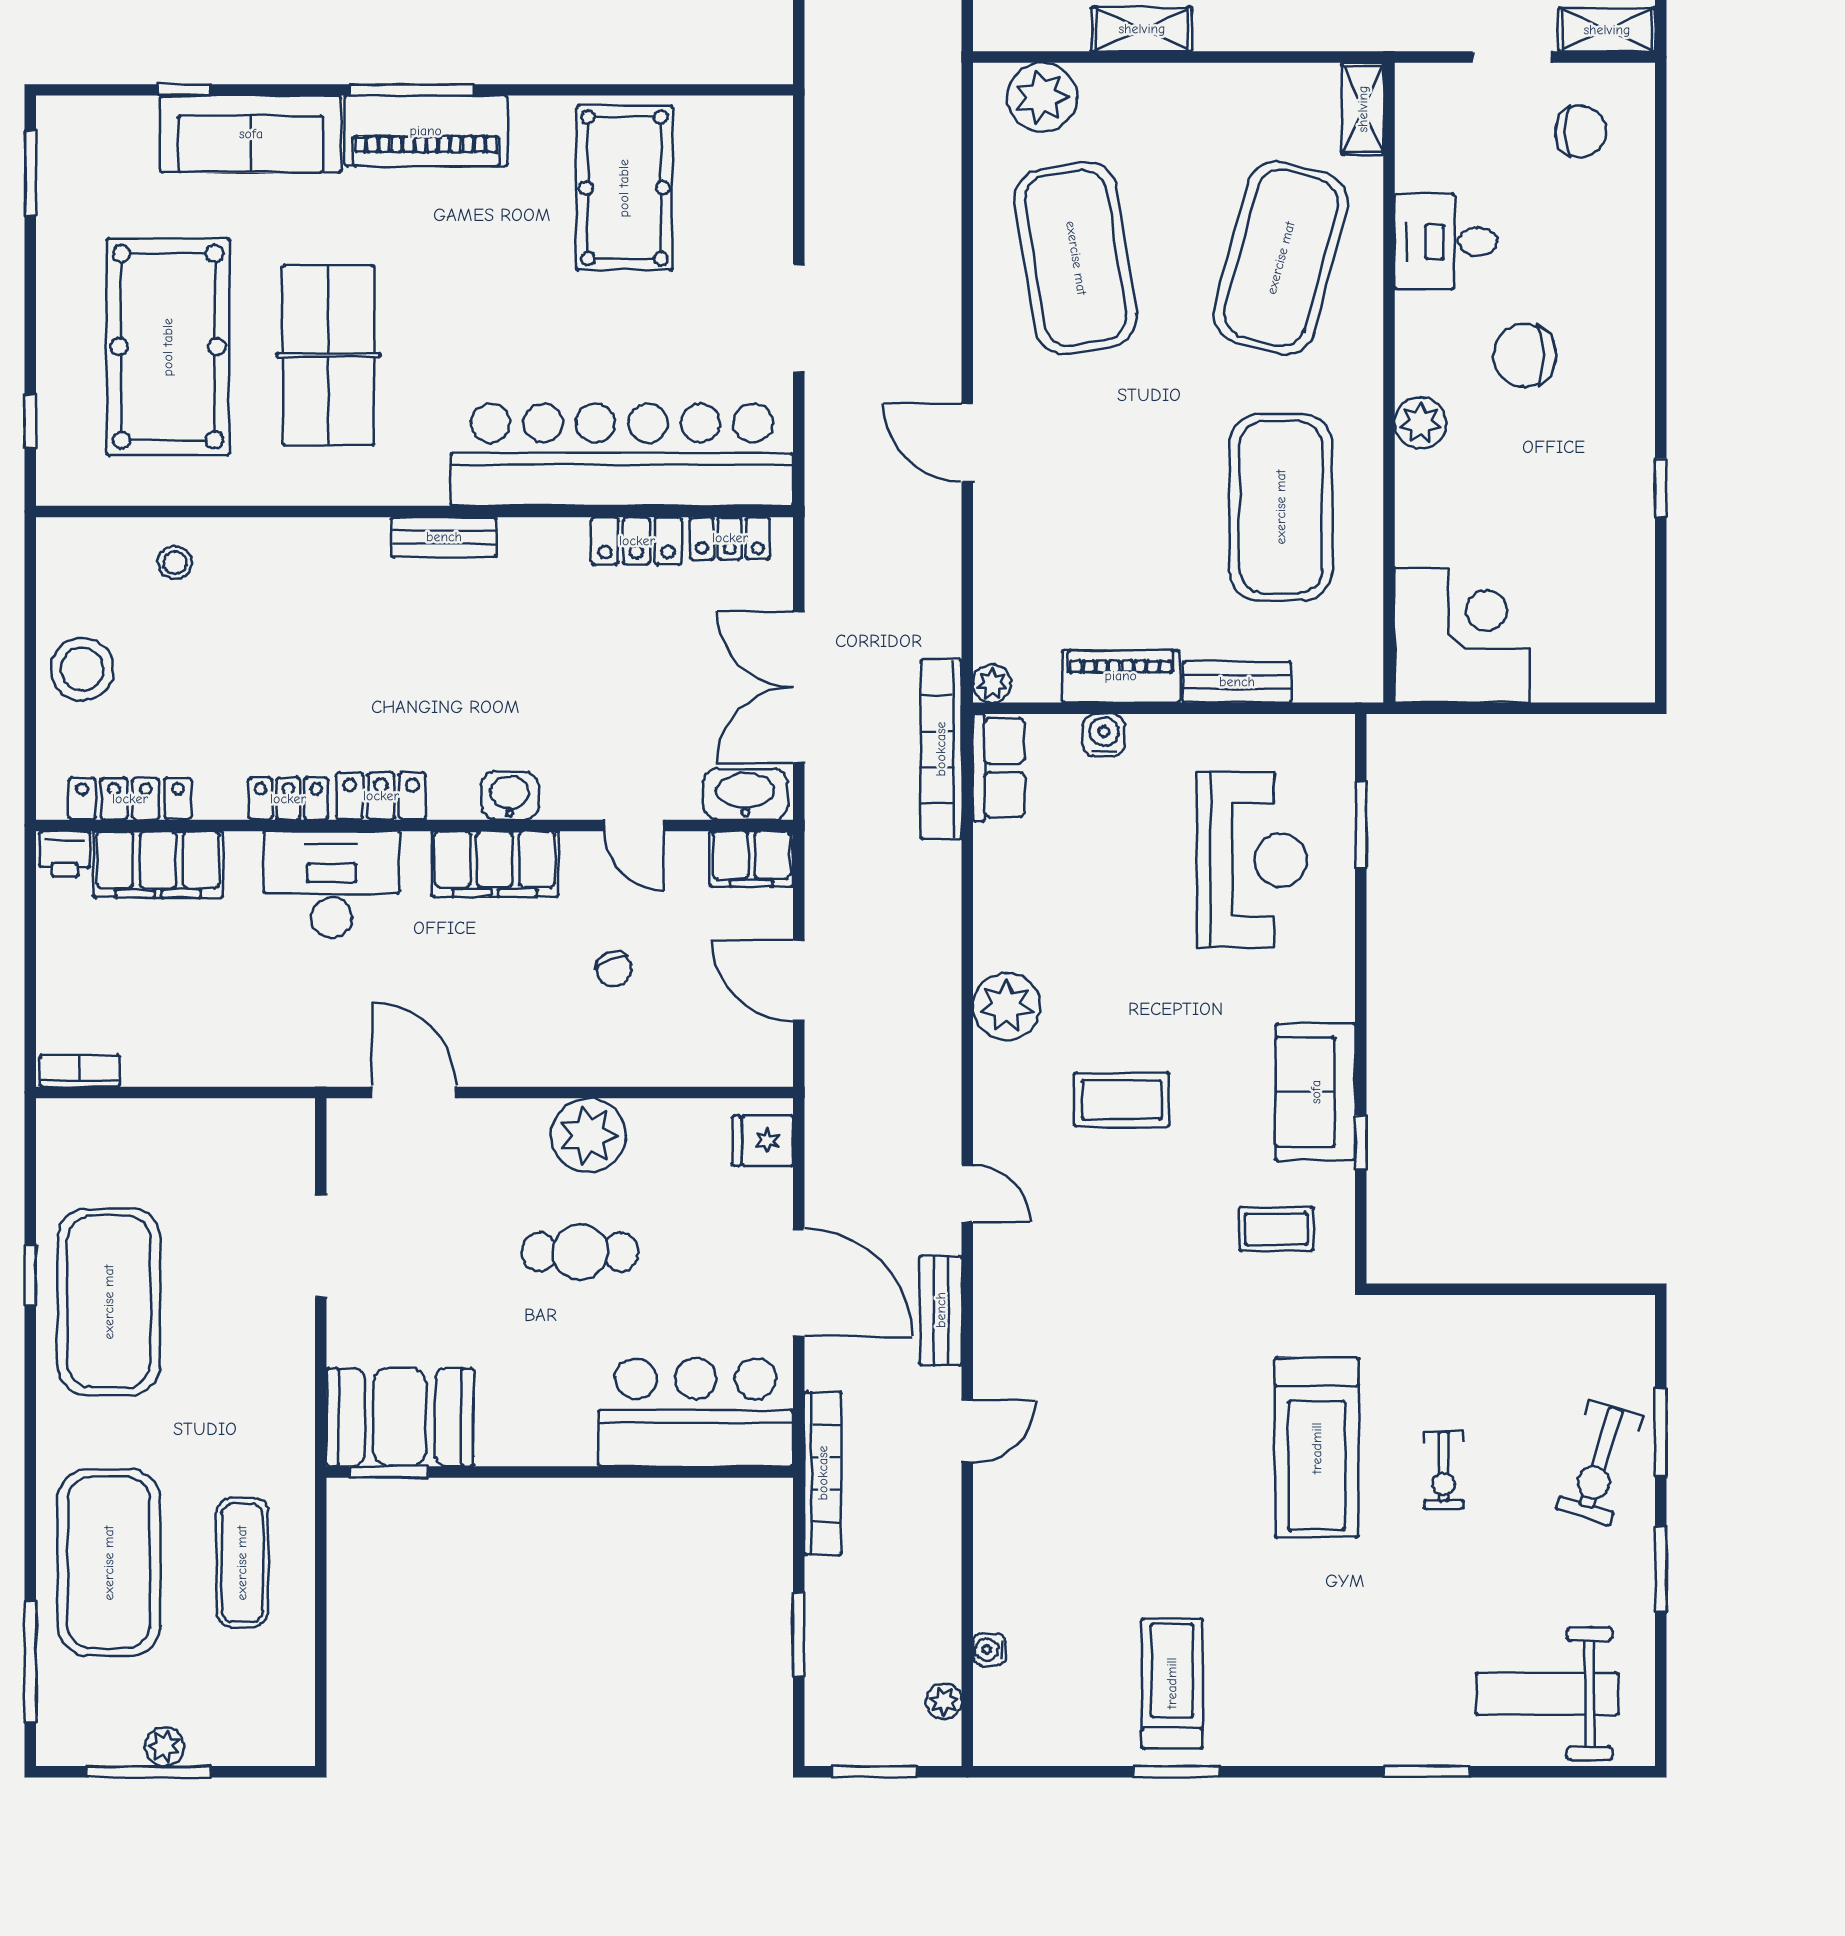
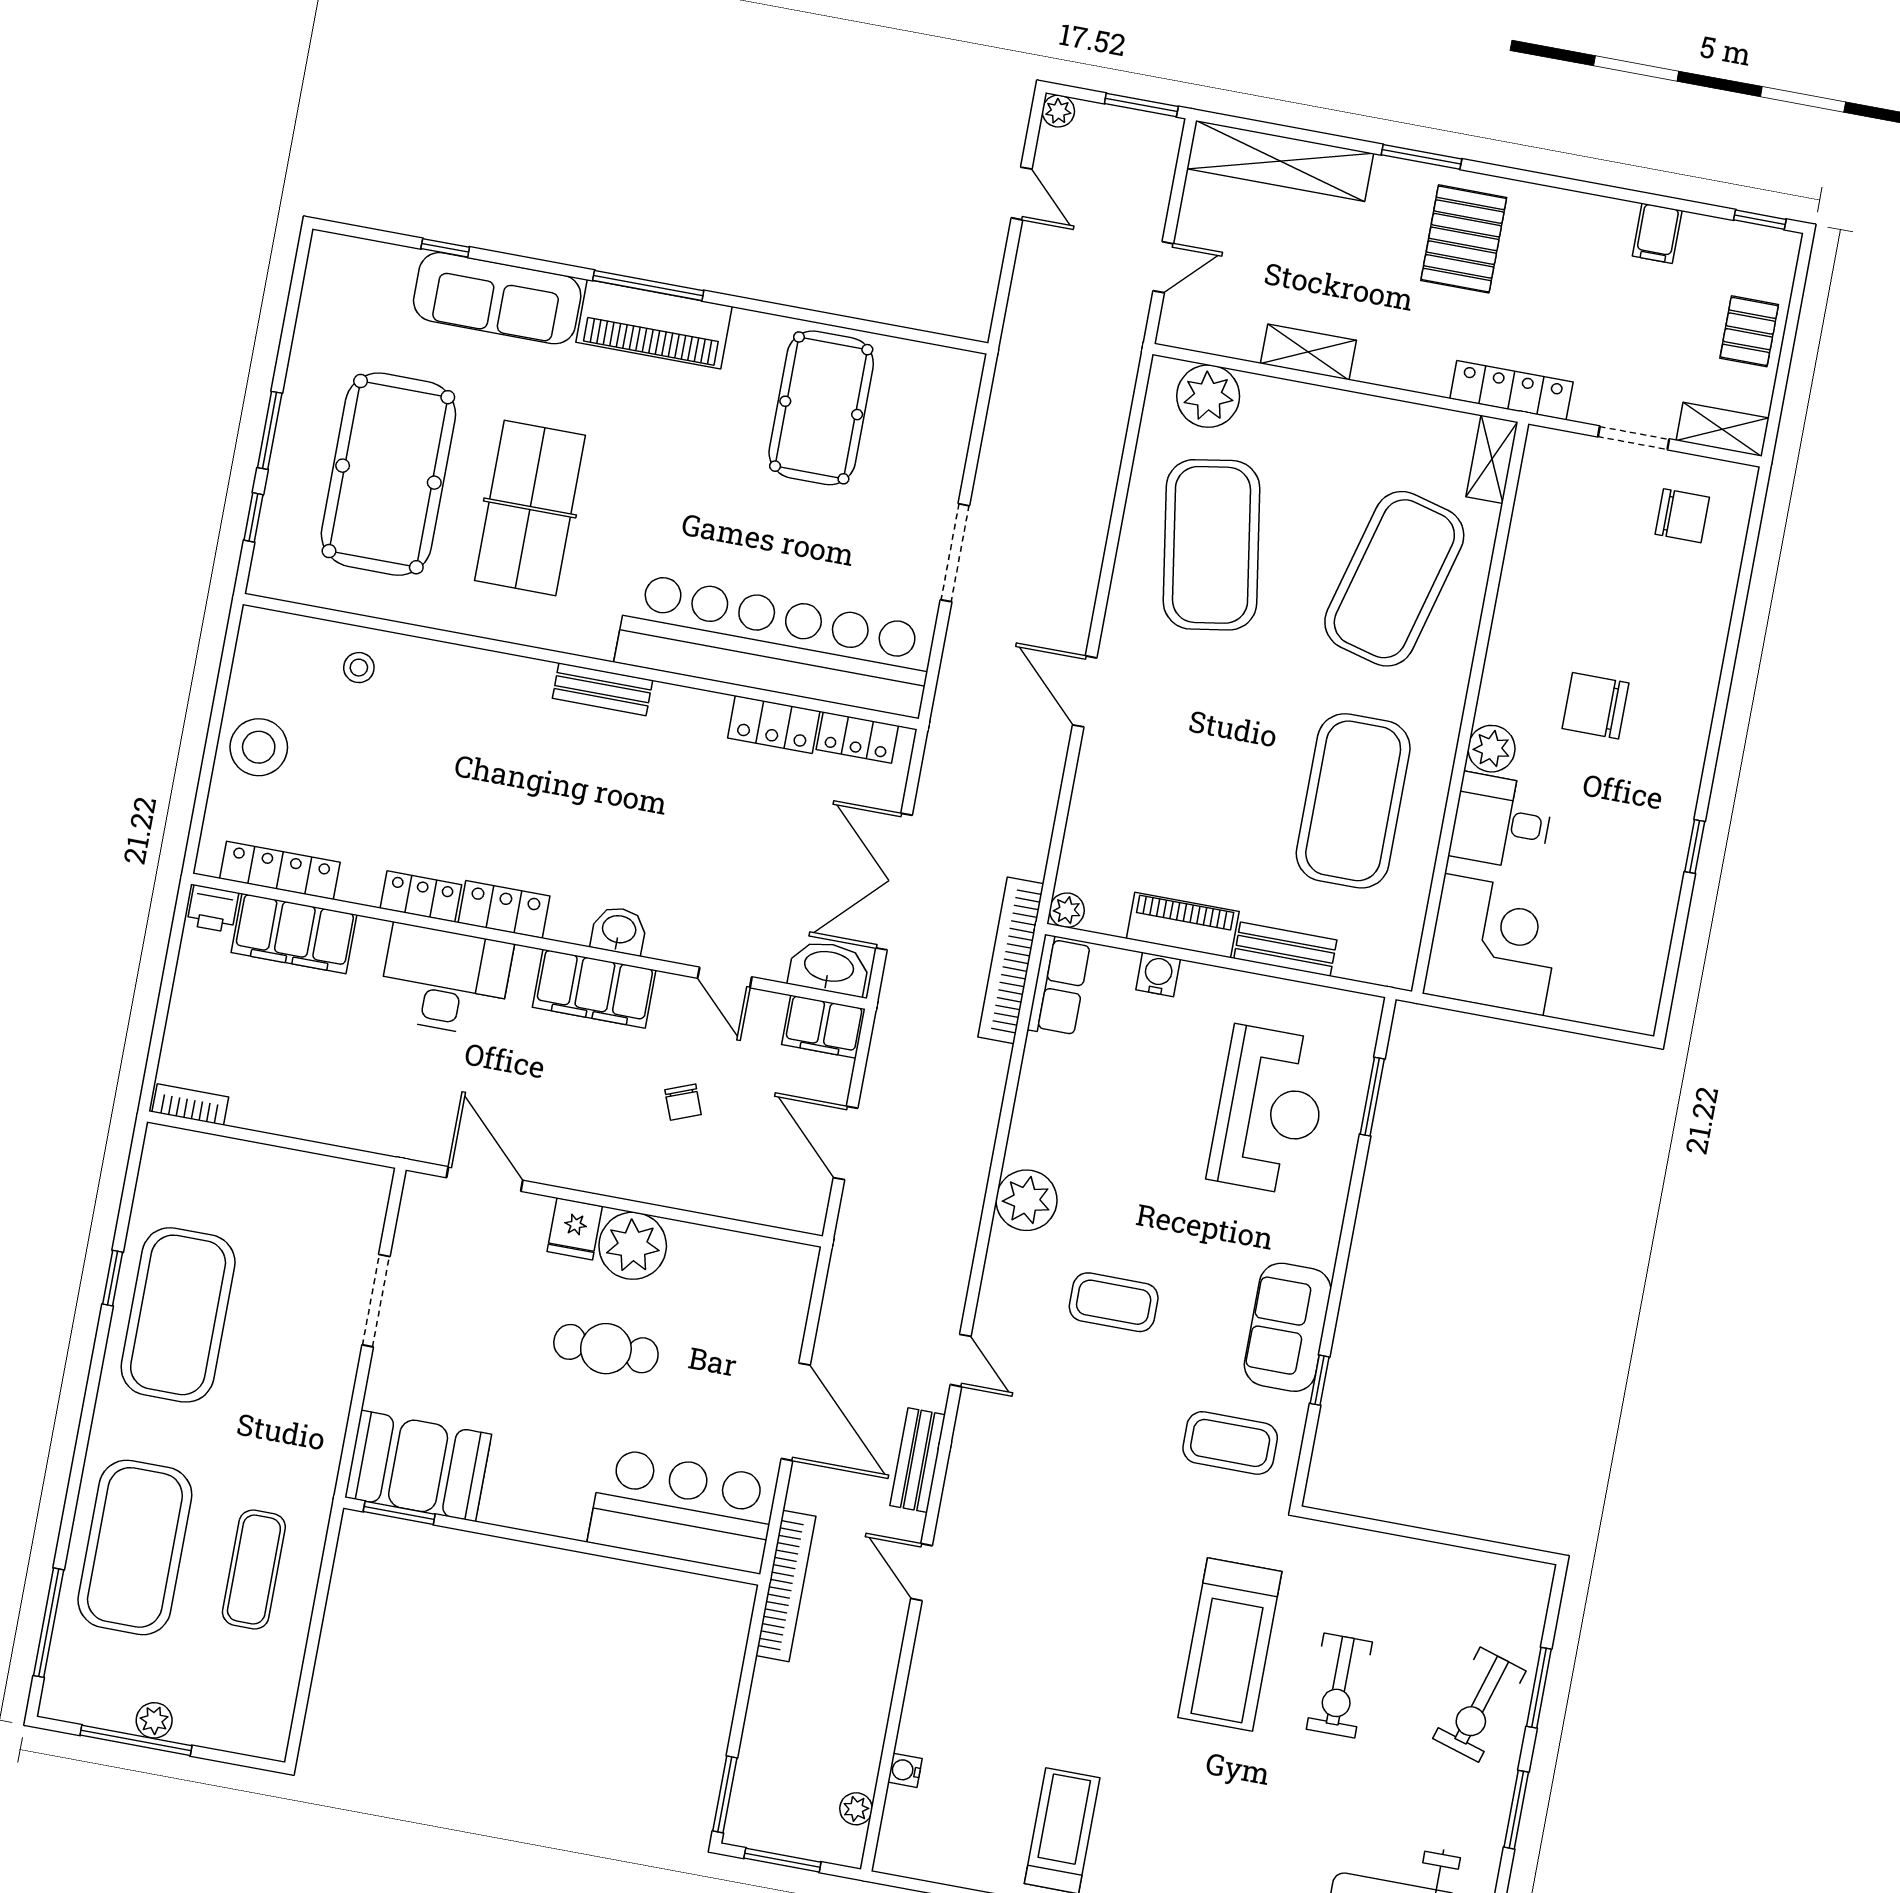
locker: (1370, 30) -> (1511, 390), added
window: (30, 173) -> (270, 430), moved
desk: (1446, 242) -> (1502, 822), moved
fridge: (763, 1141) -> (575, 1229), moved, turned -90
coffee table: (1276, 1229) -> (1230, 1443), width x1.36, depth x1.30
door: (967, 1431) -> (921, 1572), swing flipped
exercise bike: (1444, 1470) -> (1339, 1686), width x1.38, depth x1.39
window: (799, 1635) -> (725, 1794), moved

